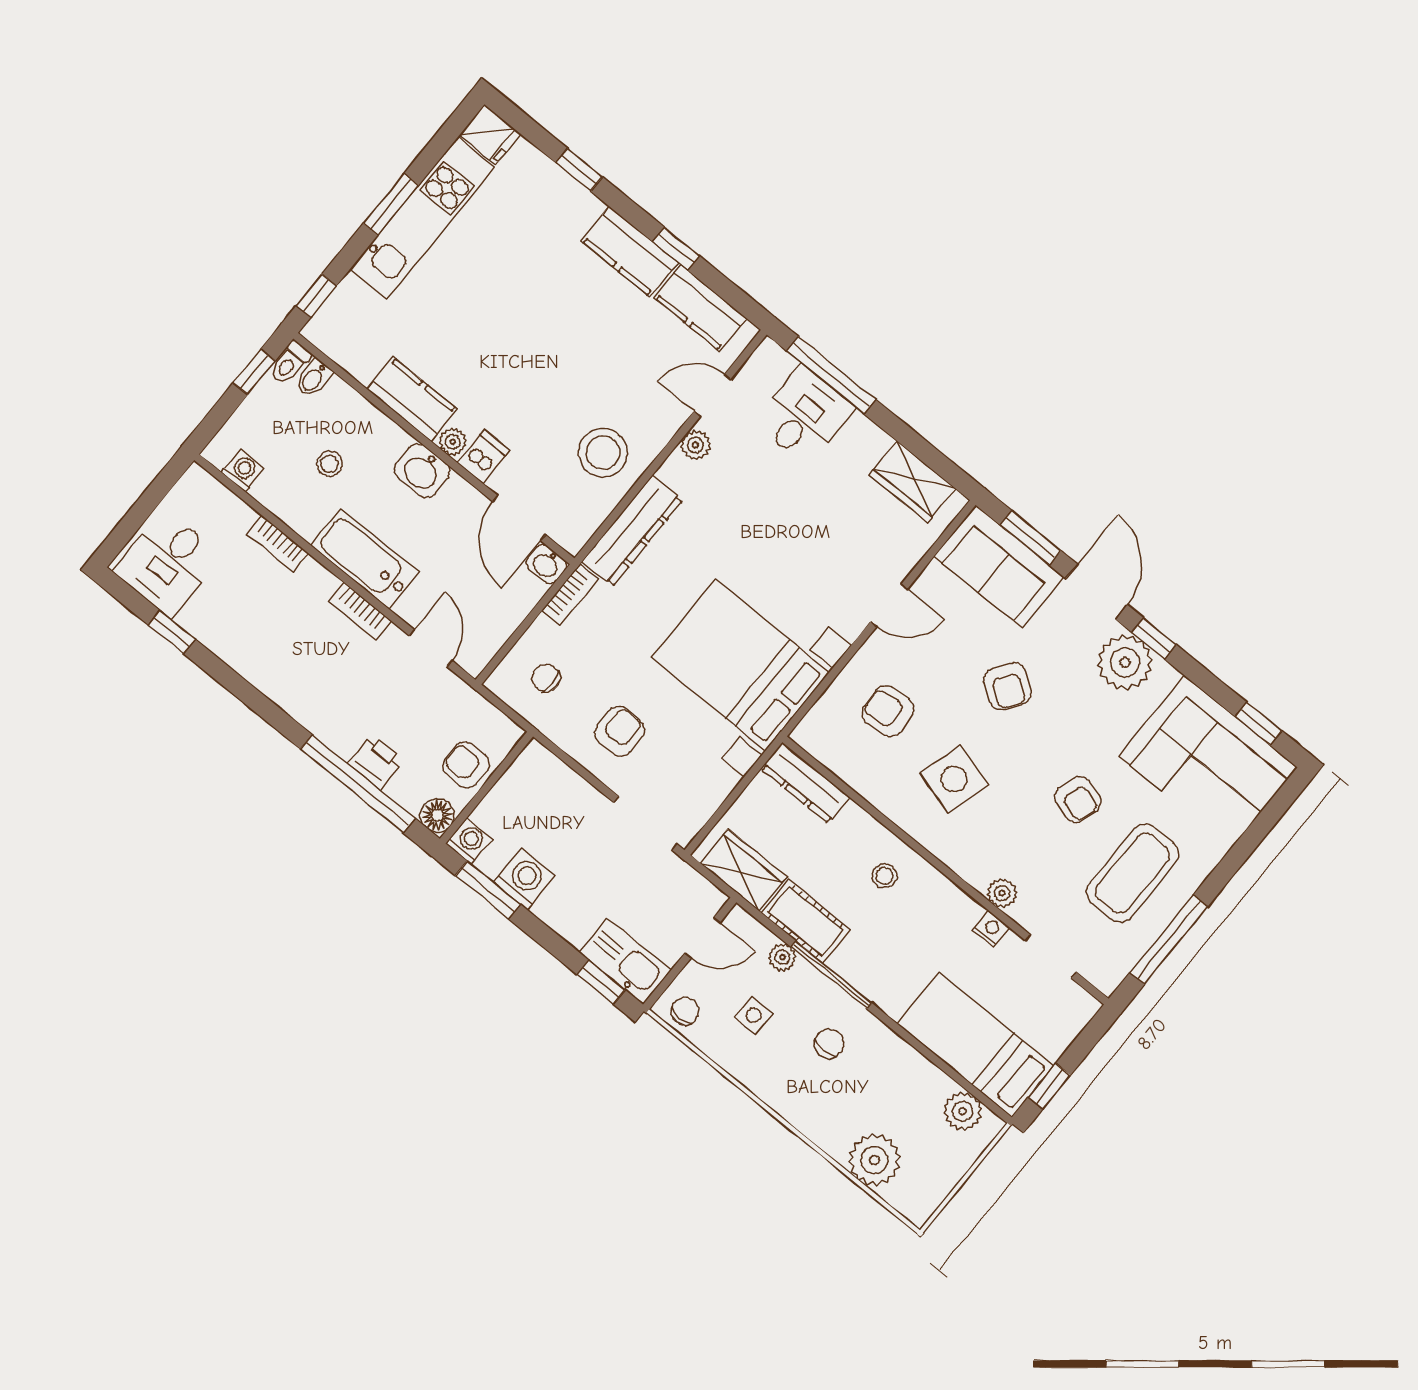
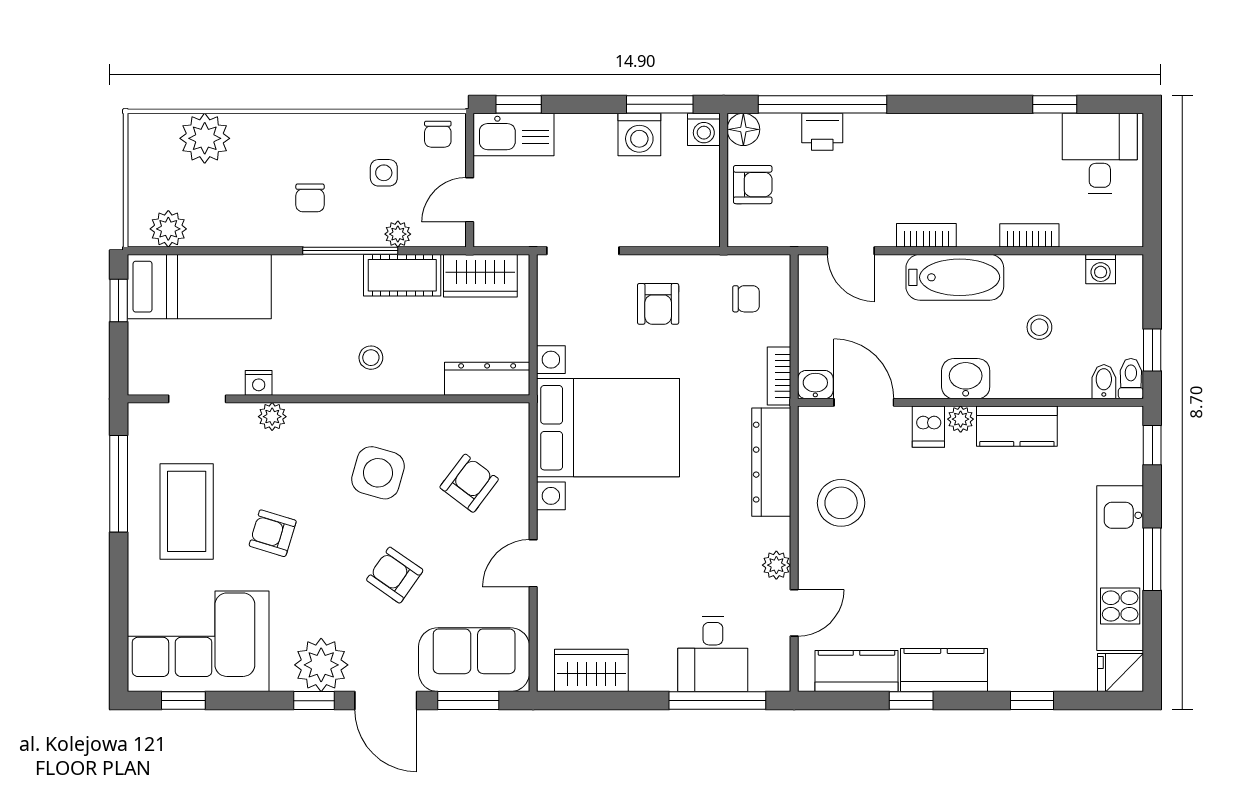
armchair: (888, 711) -> (469, 483), turned -48

